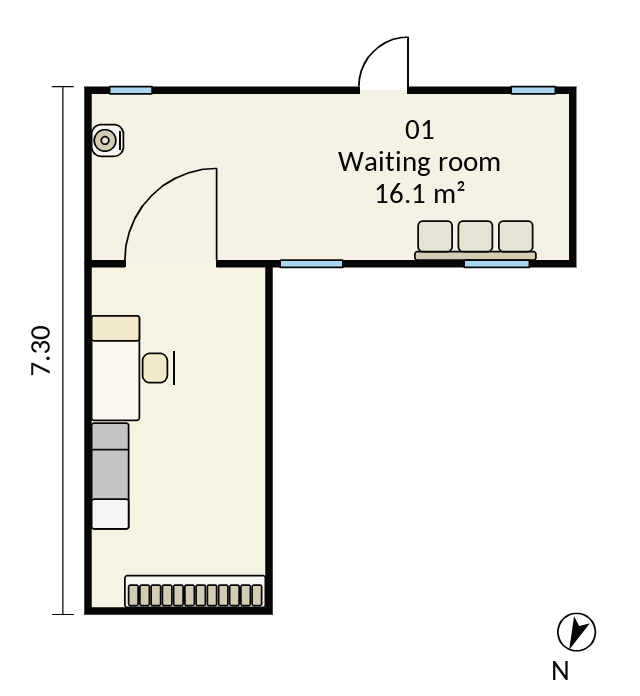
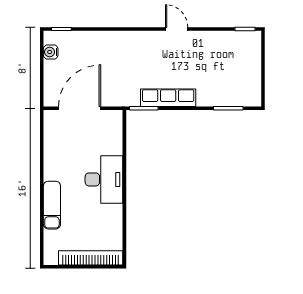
door: (384, 90) -> (177, 29), hinge flipped
row of seats: (475, 241) -> (168, 98), moved
desk: (133, 368) -> (104, 179), moved, turned 180

